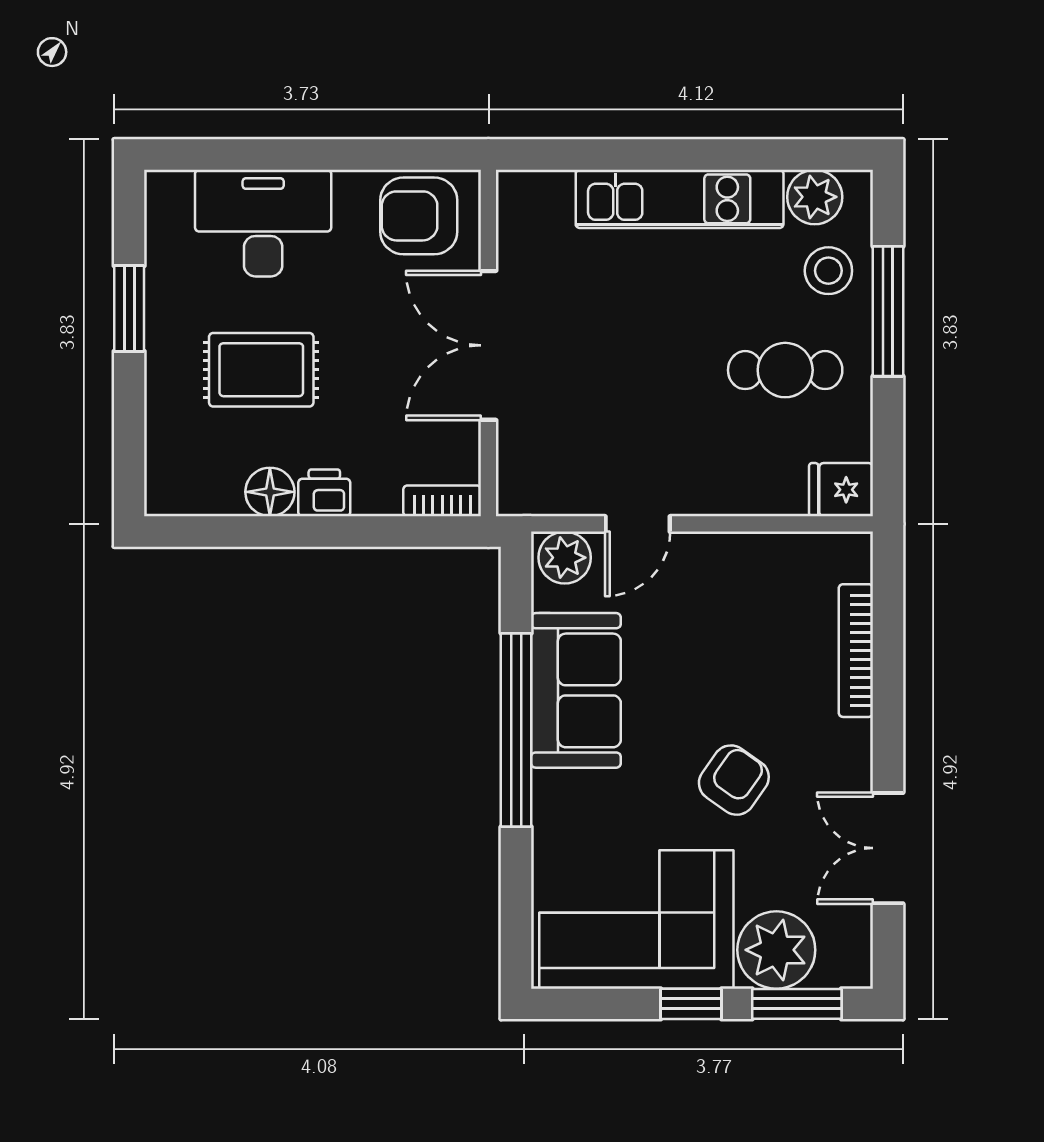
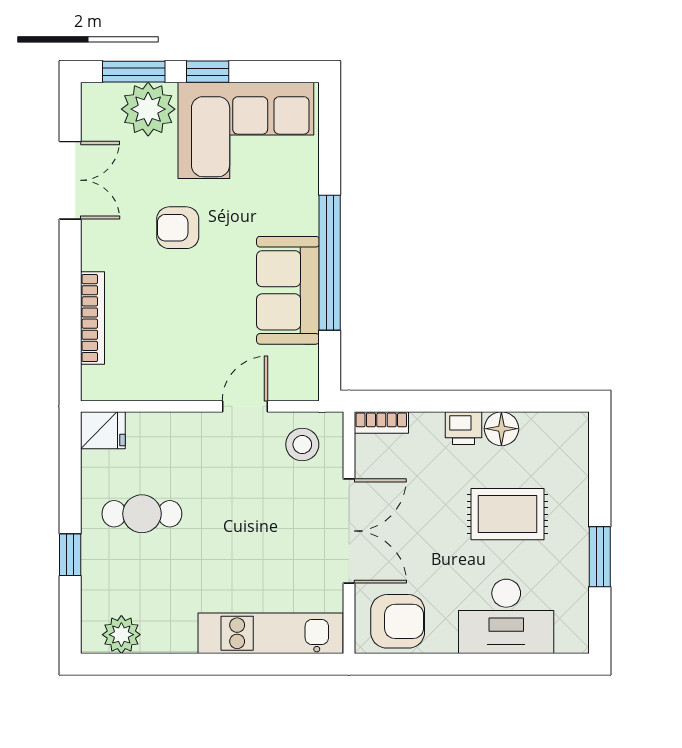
kitchen unit: (680, 199) -> (270, 633), moved
stool: (828, 271) -> (302, 445), moved
window: (888, 311) -> (70, 555), width x0.46
plant: (565, 558) -> (296, 383), removed
armchair: (734, 780) -> (178, 228), turned 55

